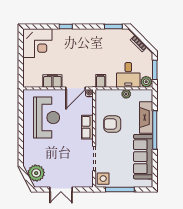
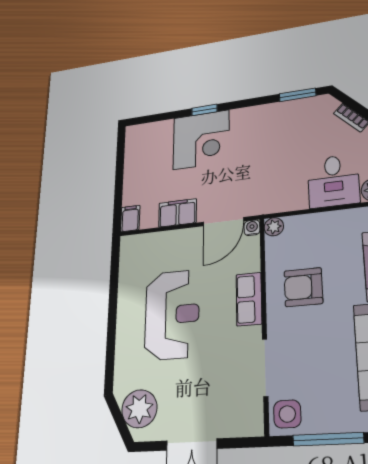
corner desk: (37, 43) -> (201, 140), moved
filing cabinet: (101, 81) -> (130, 219), moved
plant: (126, 94) -> (274, 227), moved
reception desk: (46, 118) -> (172, 315), moved

